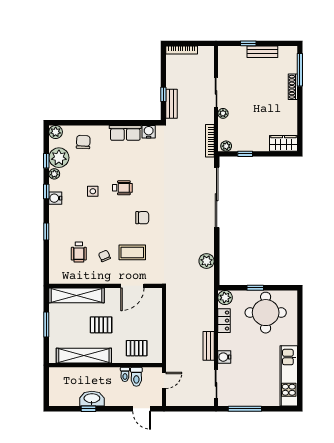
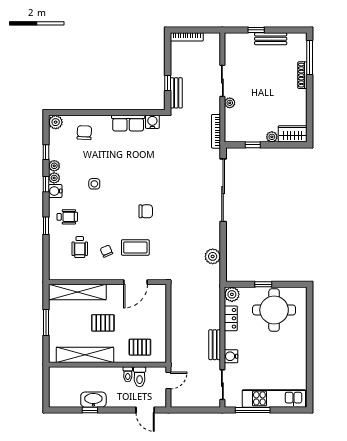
plant: (226, 146) -> (272, 137), moved
plant: (59, 158) -> (54, 178), moved, width x0.53, depth x0.53
wheelchair: (122, 188) -> (67, 217), moved
kitchen unit: (289, 376) -> (274, 398), moved, turned 90

